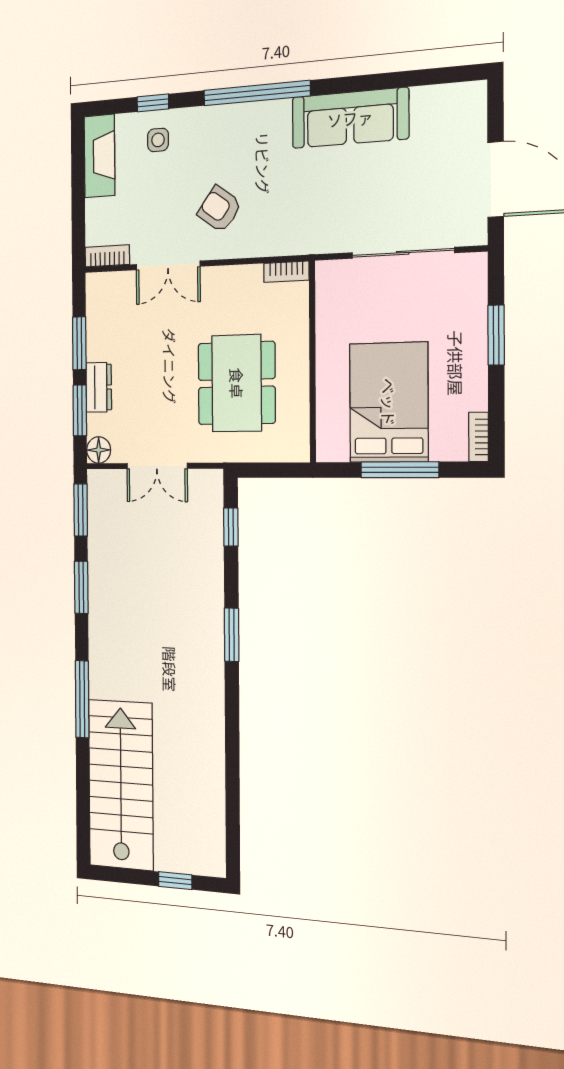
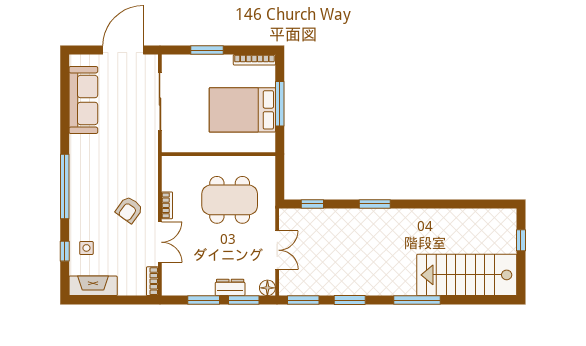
sofa: (350, 118) -> (83, 100), moved
bookcase: (286, 272) -> (167, 205), moved
bookcase: (479, 437) -> (254, 60), width x1.56

